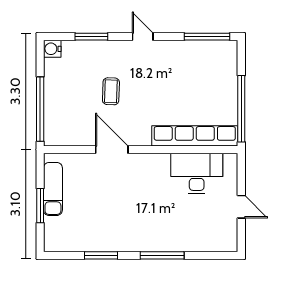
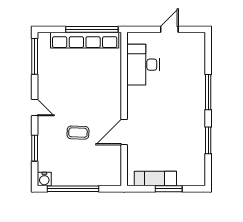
door: (143, 37) -> (35, 107), swing flipped
window: (40, 109) -> (73, 189), moved
row of seats: (195, 136) -> (85, 40), moved, turned -90

